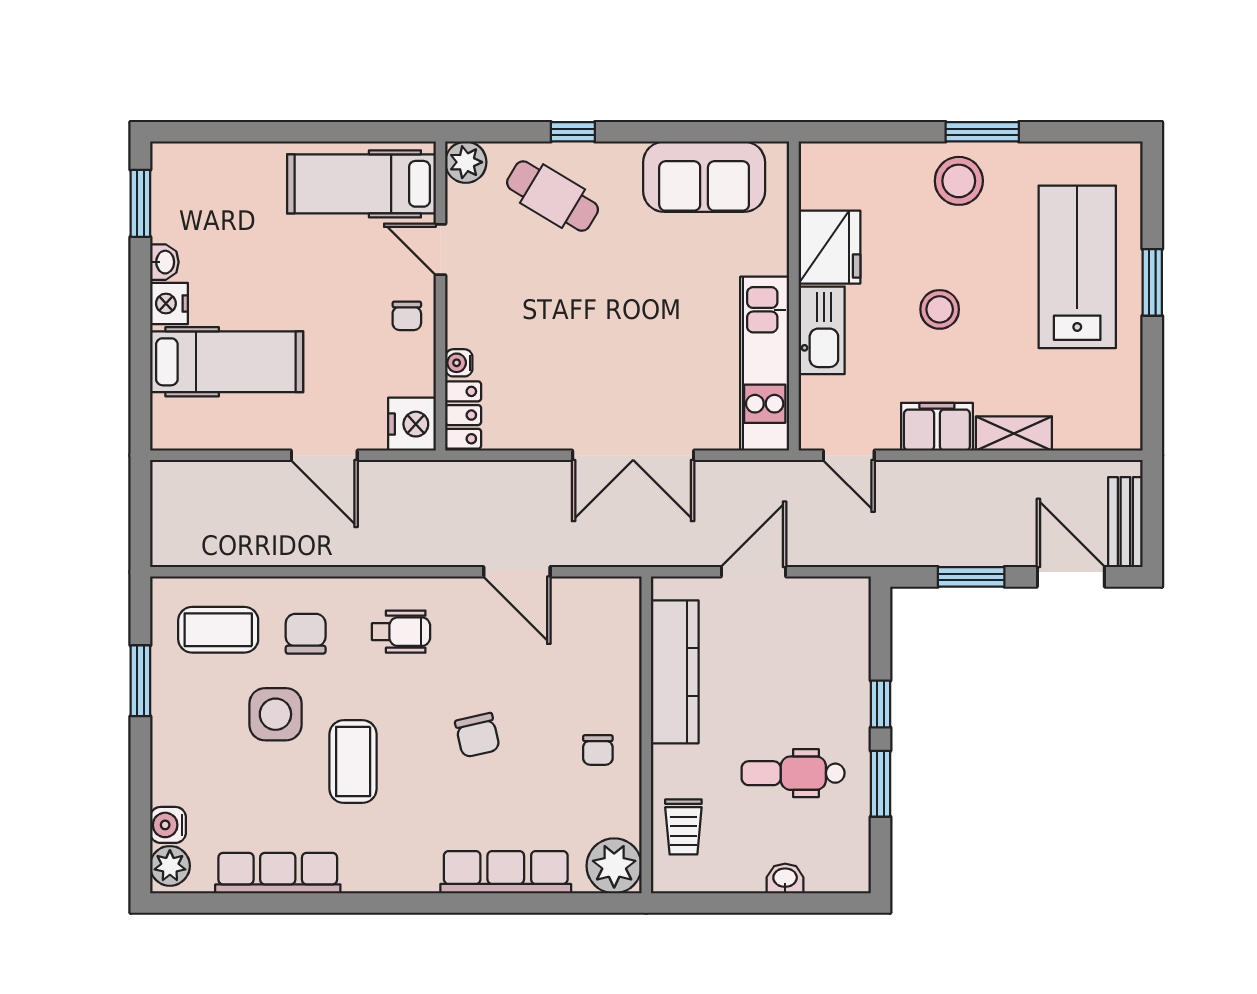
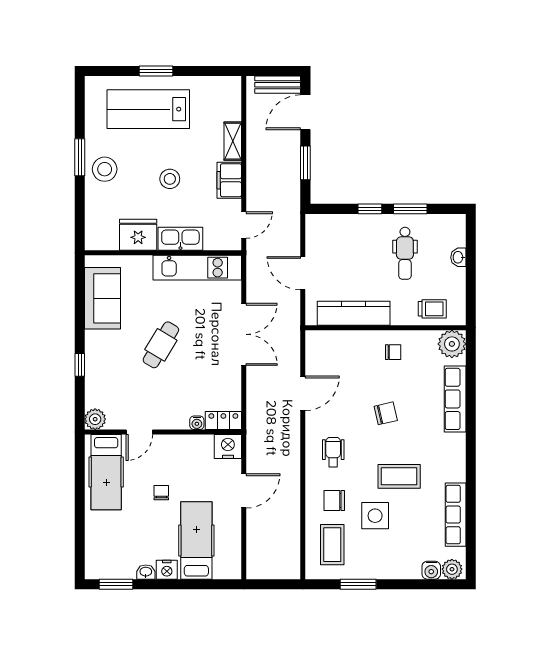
cafe table: (553, 196) -> (161, 345), moved
chair: (407, 316) -> (161, 493), moved, turned -90

